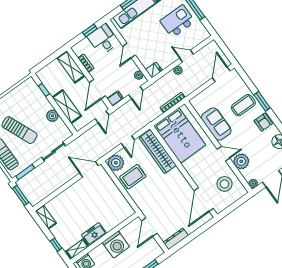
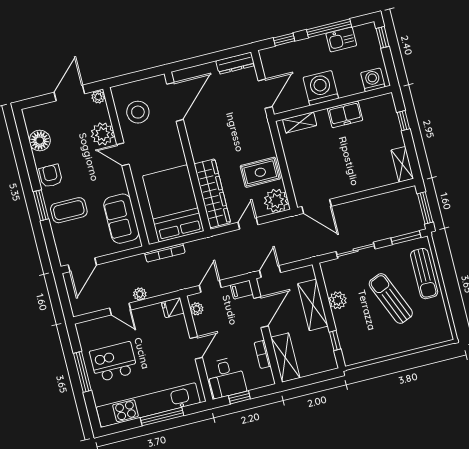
kitchen island: (178, 21) -> (114, 362), turned 180
sofa: (216, 124) -> (121, 219), moved
shelving: (77, 249) -> (300, 123), moved

